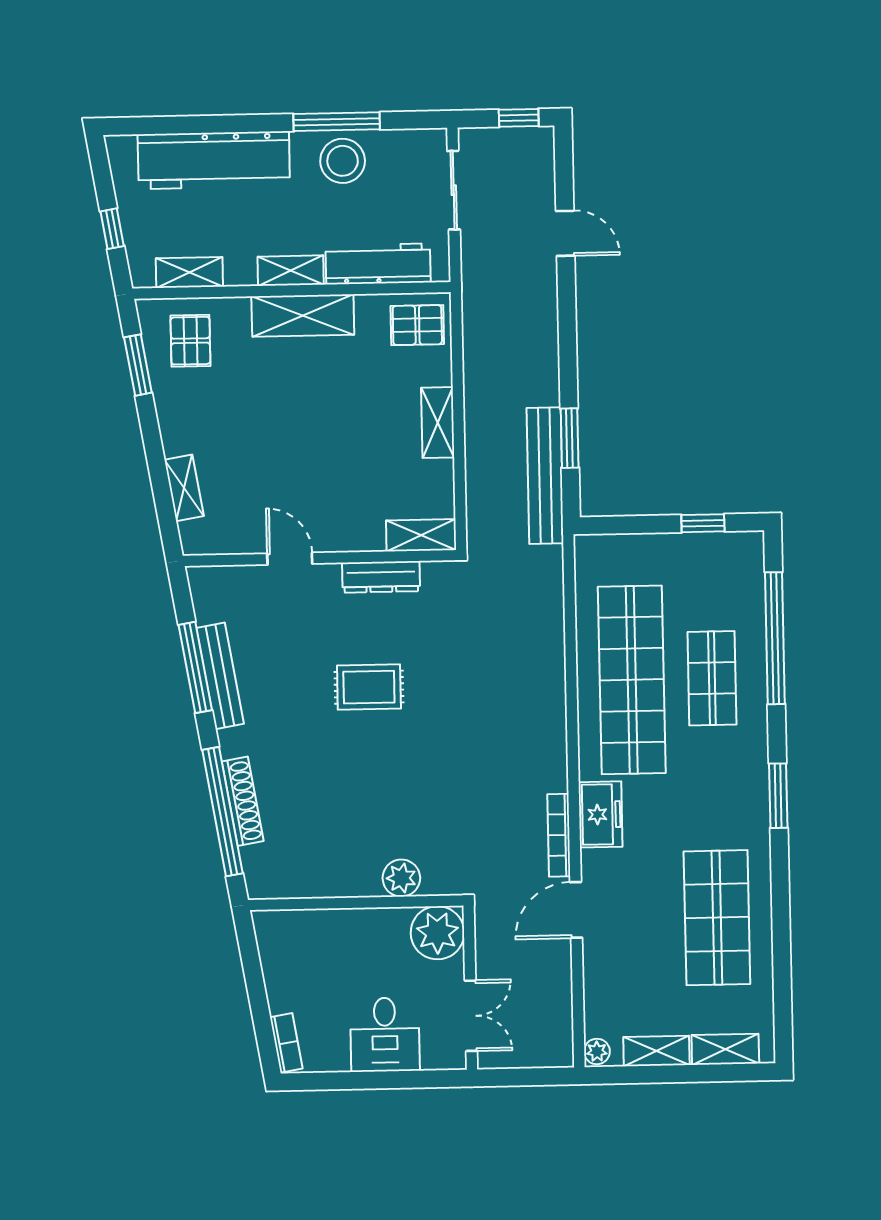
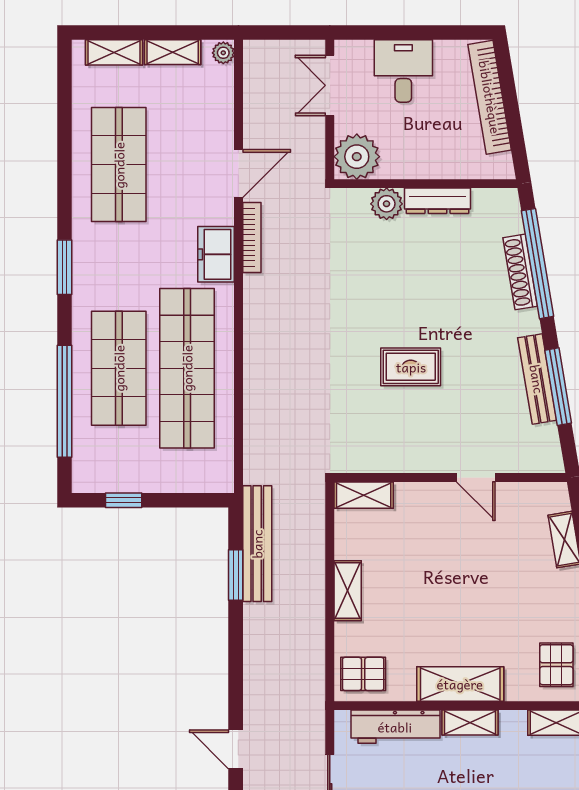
dresser: (381, 577) -> (438, 201), moved, turned 180
shop shelf: (712, 678) -> (119, 368), width x1.43, depth x1.36
bookcase: (286, 1043) -> (490, 97), width x2.31, depth x1.31

